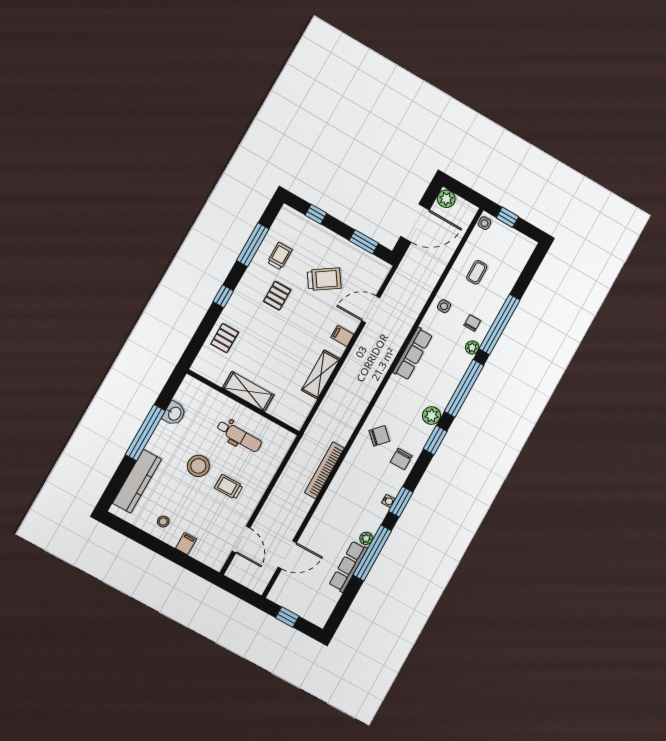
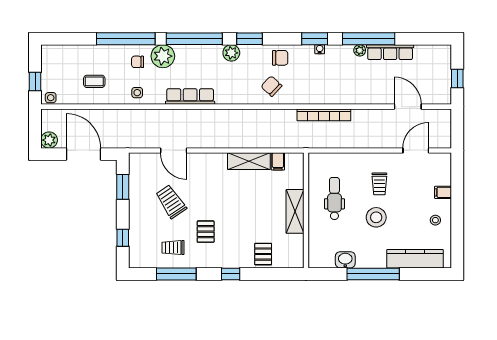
pallet: (277, 296) -> (206, 232), turned 90
filing cabinet: (342, 336) -> (278, 161), moved
pallet: (225, 338) -> (263, 254), turned 90
plant: (472, 347) -> (163, 56), width x1.88, depth x1.88

